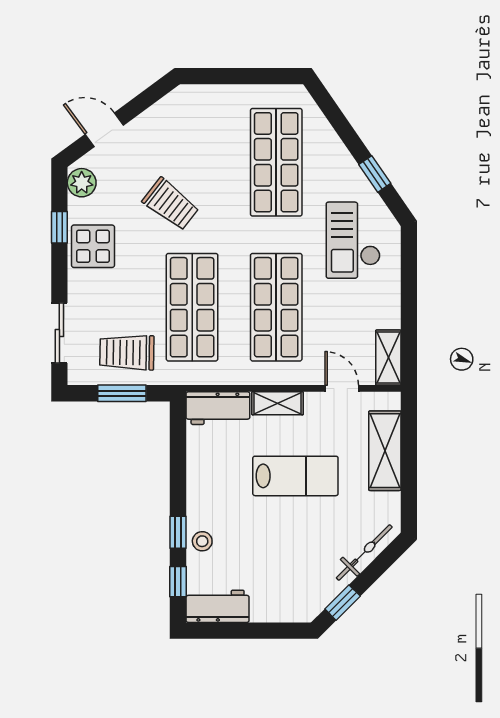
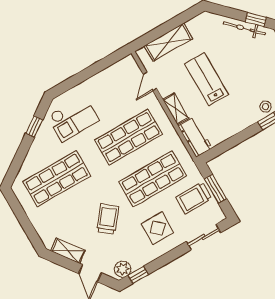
window: (59, 227) -> (138, 275), moved
display table: (93, 246) -> (157, 228), moved
trolley: (127, 352) -> (194, 198), turned 89
shelving: (388, 358) -> (68, 251), moved, turned 54
bicycle: (364, 553) -> (244, 28), moved

